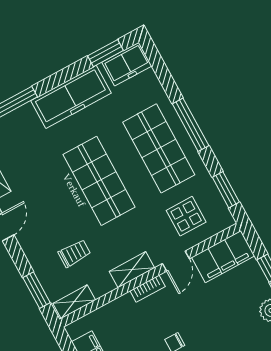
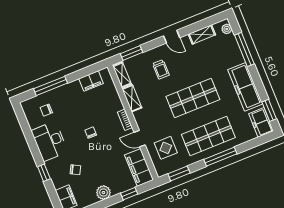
trolley: (74, 253) -> (161, 69), moved
shelving: (132, 270) -> (132, 98), moved

